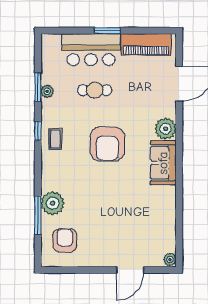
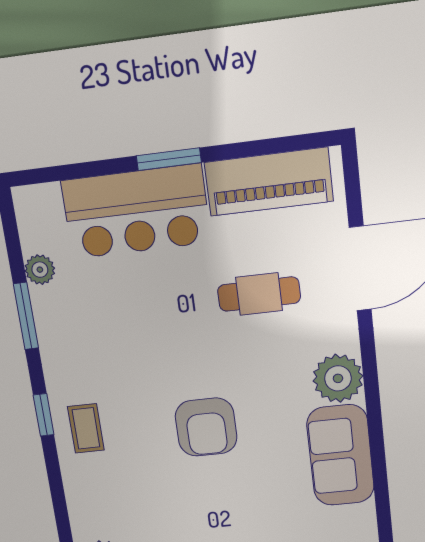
cafe table: (95, 90) -> (259, 294), moved
plant: (47, 91) -> (40, 270), moved
armchair: (107, 144) -> (206, 427), width x0.73, depth x0.73

